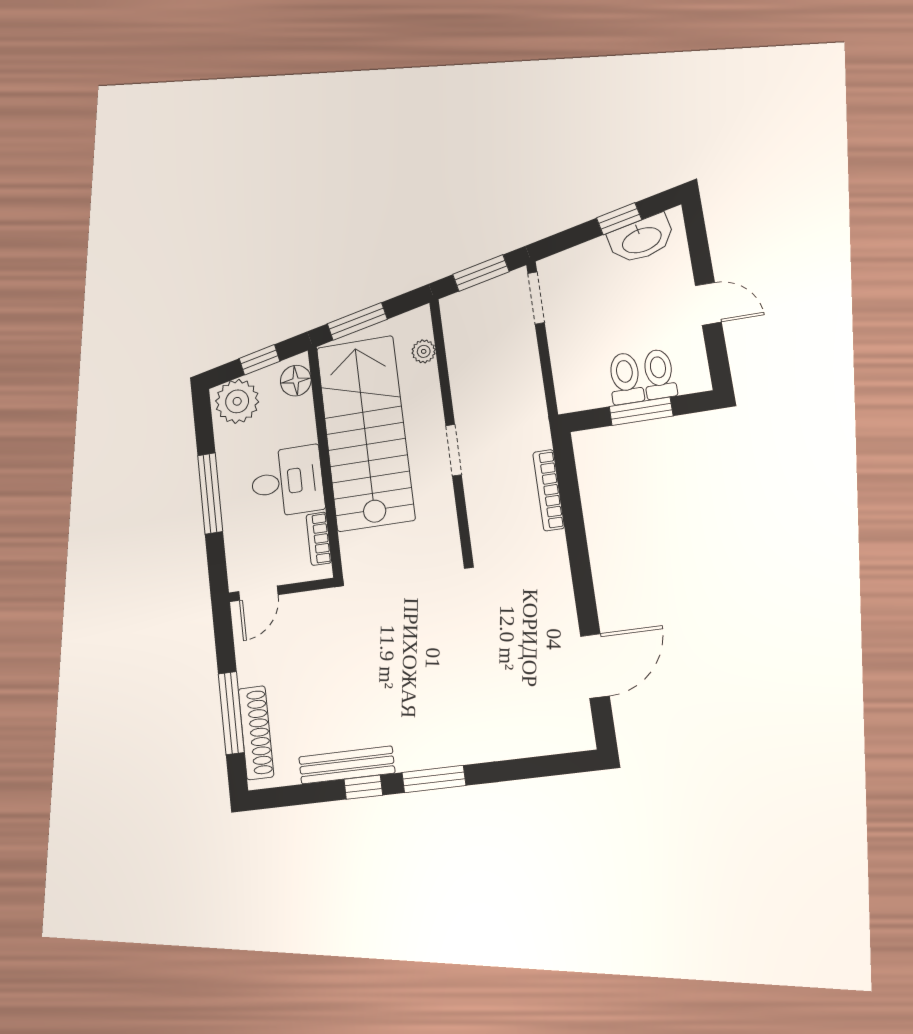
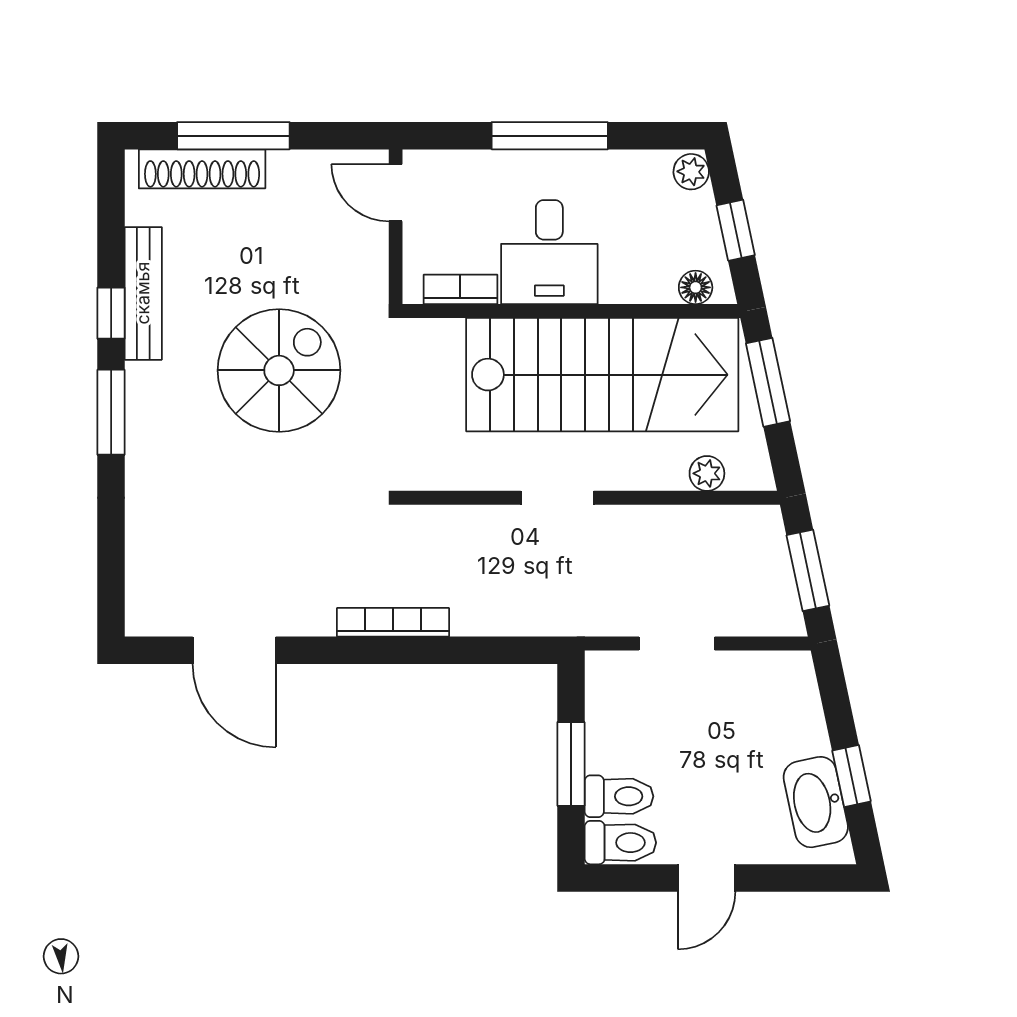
doorway: (536, 298) -> (677, 643), moved
toilet: (625, 378) -> (620, 843), moved
floor lamp: (296, 381) -> (696, 287), width x0.73, depth x0.73
plant: (237, 401) -> (691, 172), width x0.53, depth x0.53
bookcase: (549, 490) -> (393, 622), moved
spiral stairs: (389, 659) -> (279, 370), added

